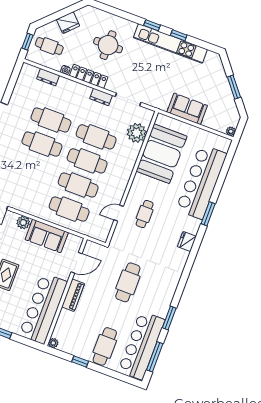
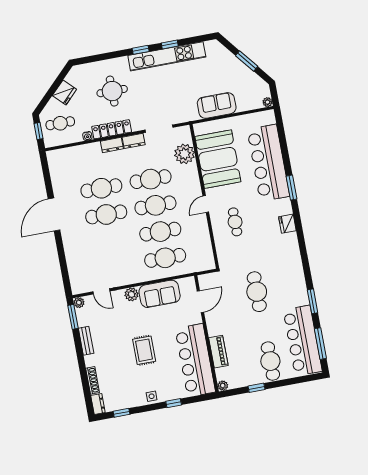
dresser: (48, 77) -> (112, 145), moved
door: (119, 213) -> (206, 204), moved
piano: (73, 295) -> (218, 352), moved

